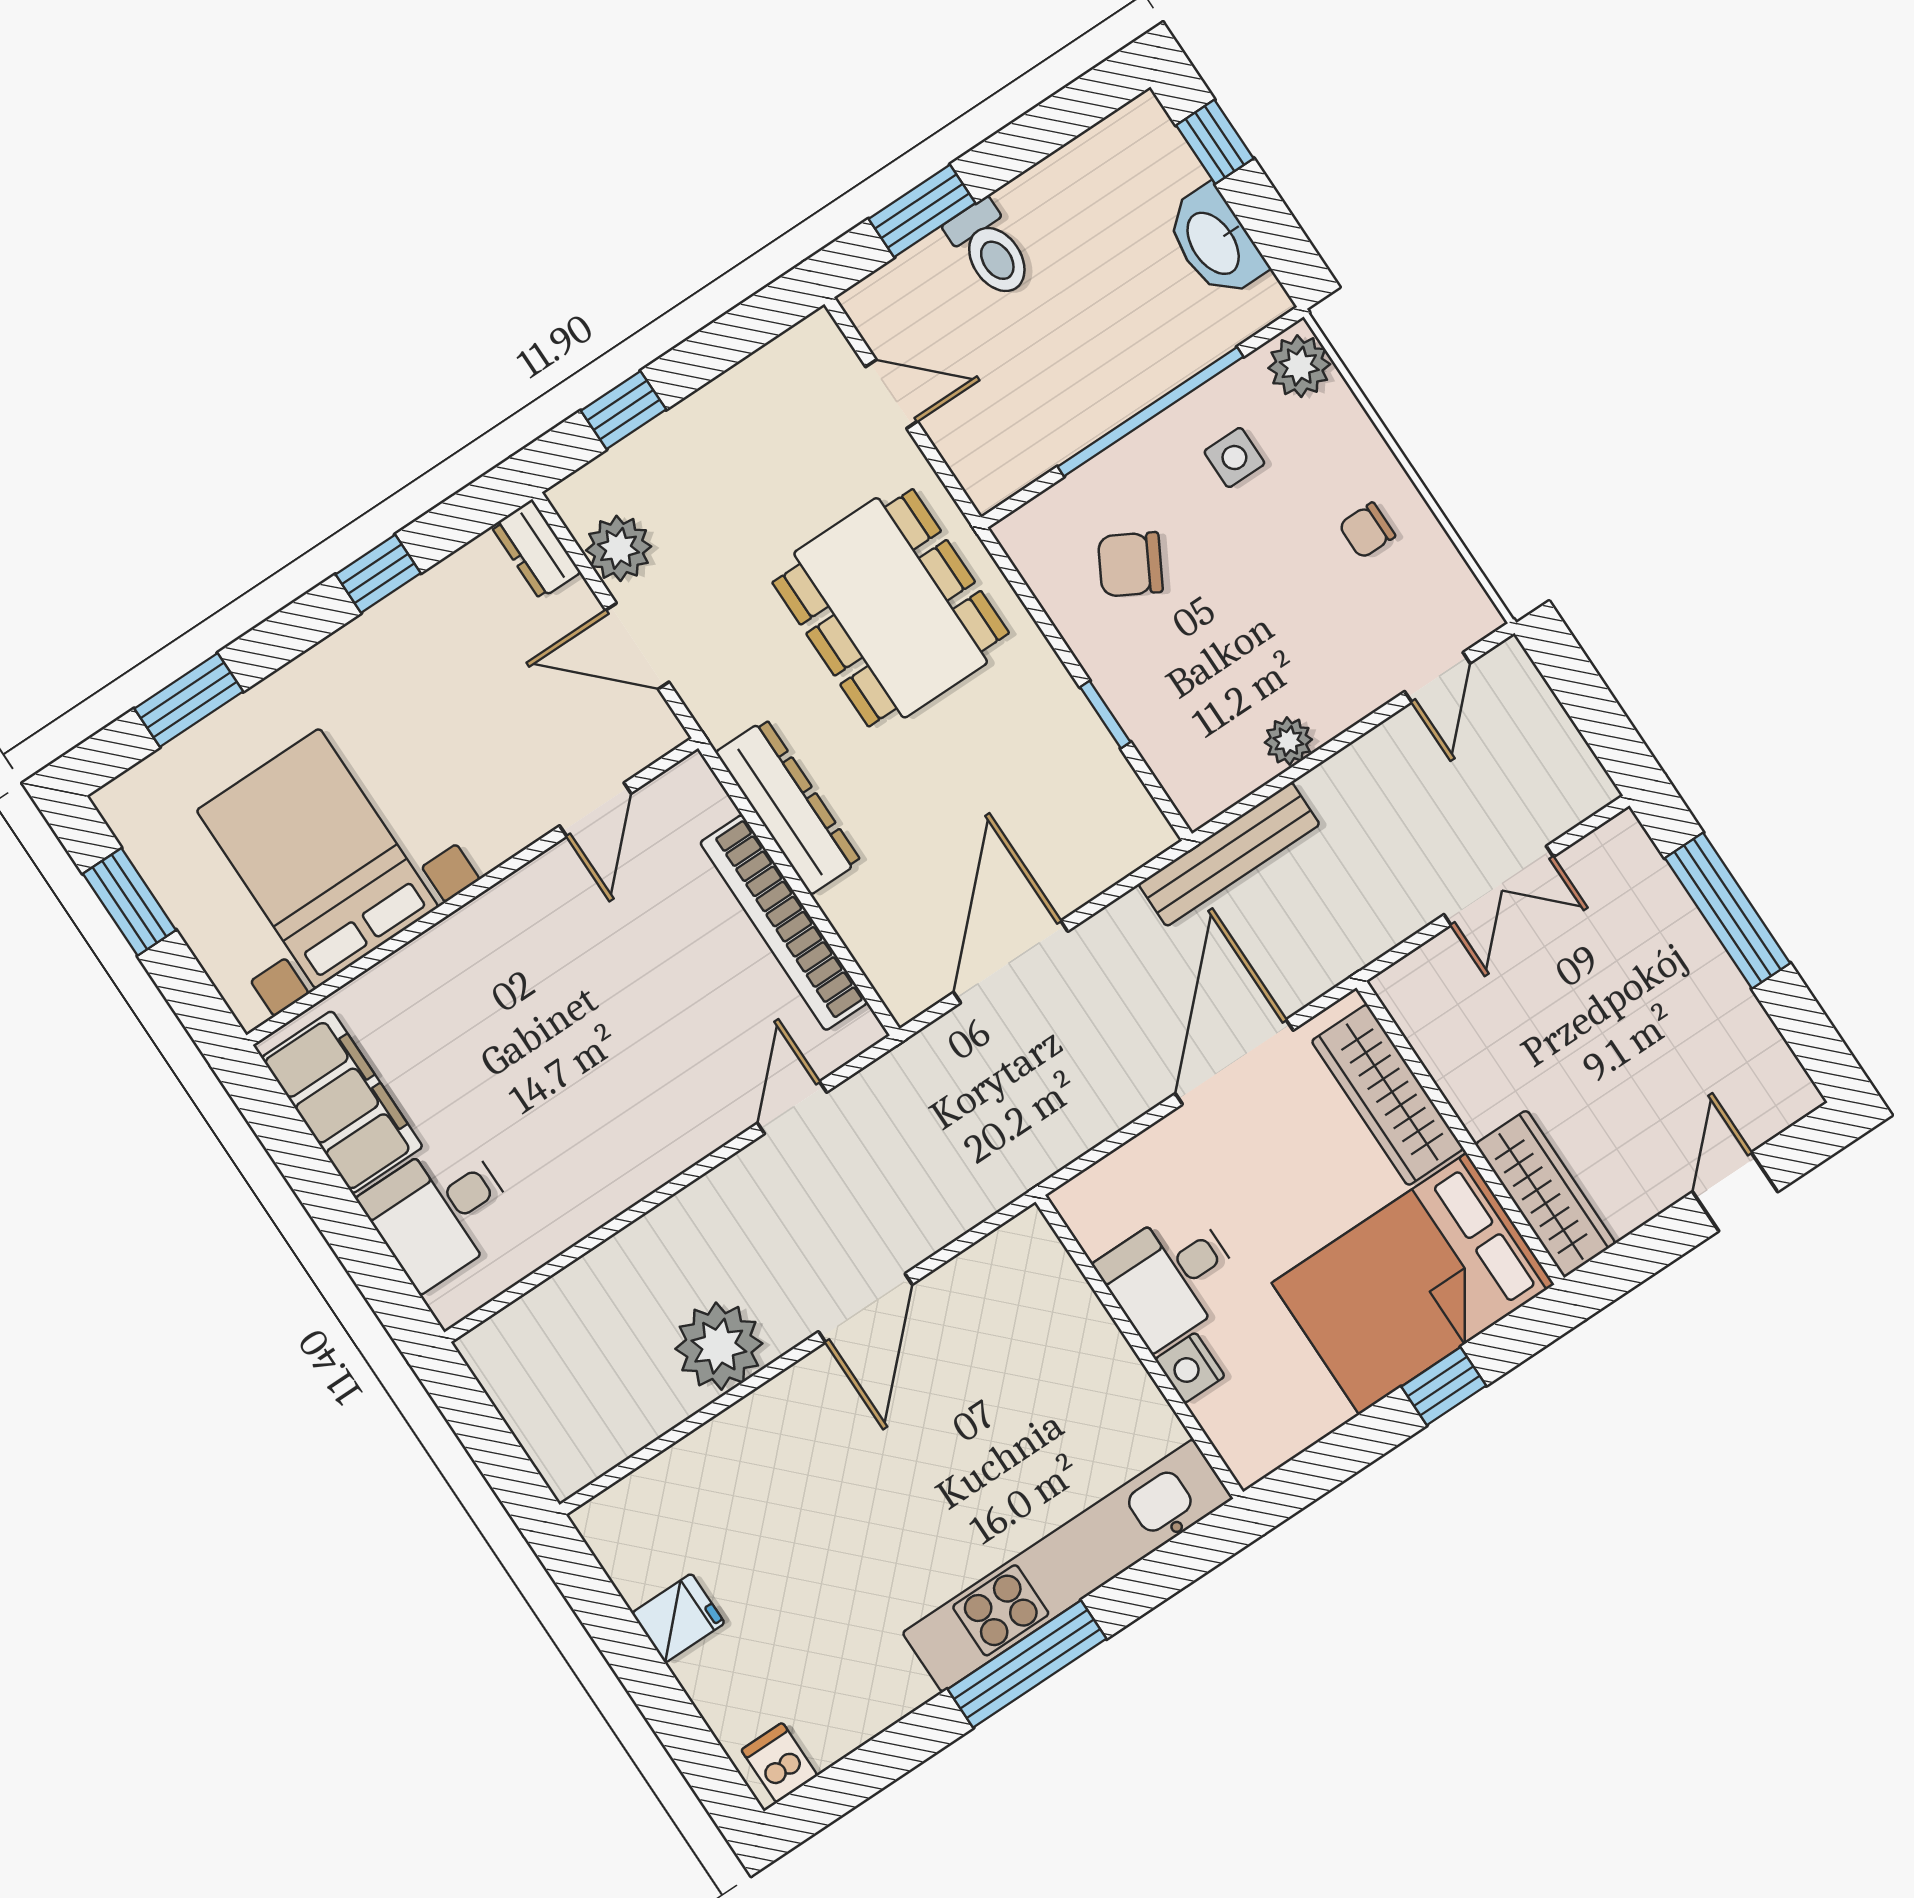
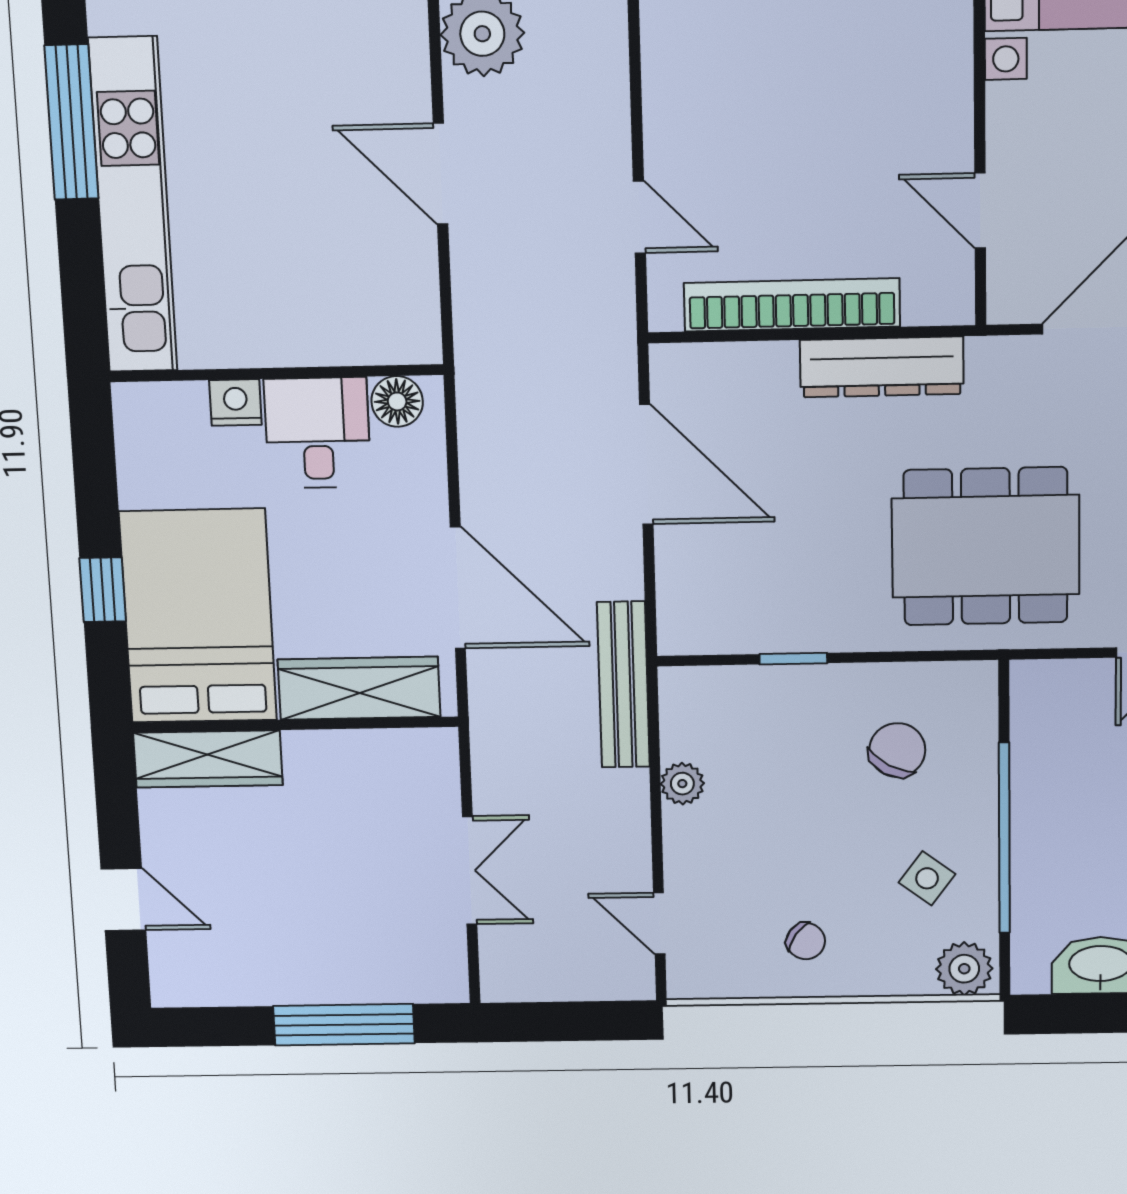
side table: (1234, 458) -> (927, 878), turned 37
chair: (1367, 530) -> (806, 941), turned 126
double door: (1499, 886) -> (470, 870), swing flipped
floor lamp: (1096, 1222) -> (397, 401), added

